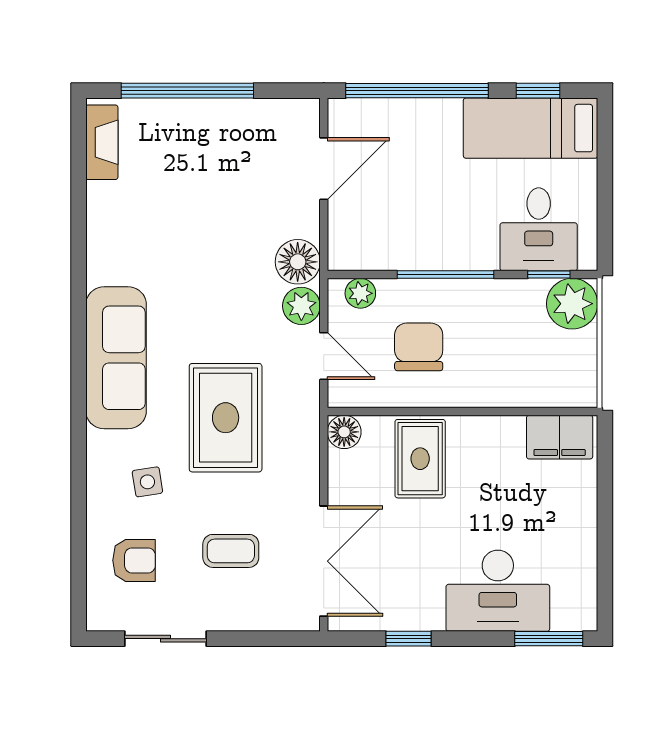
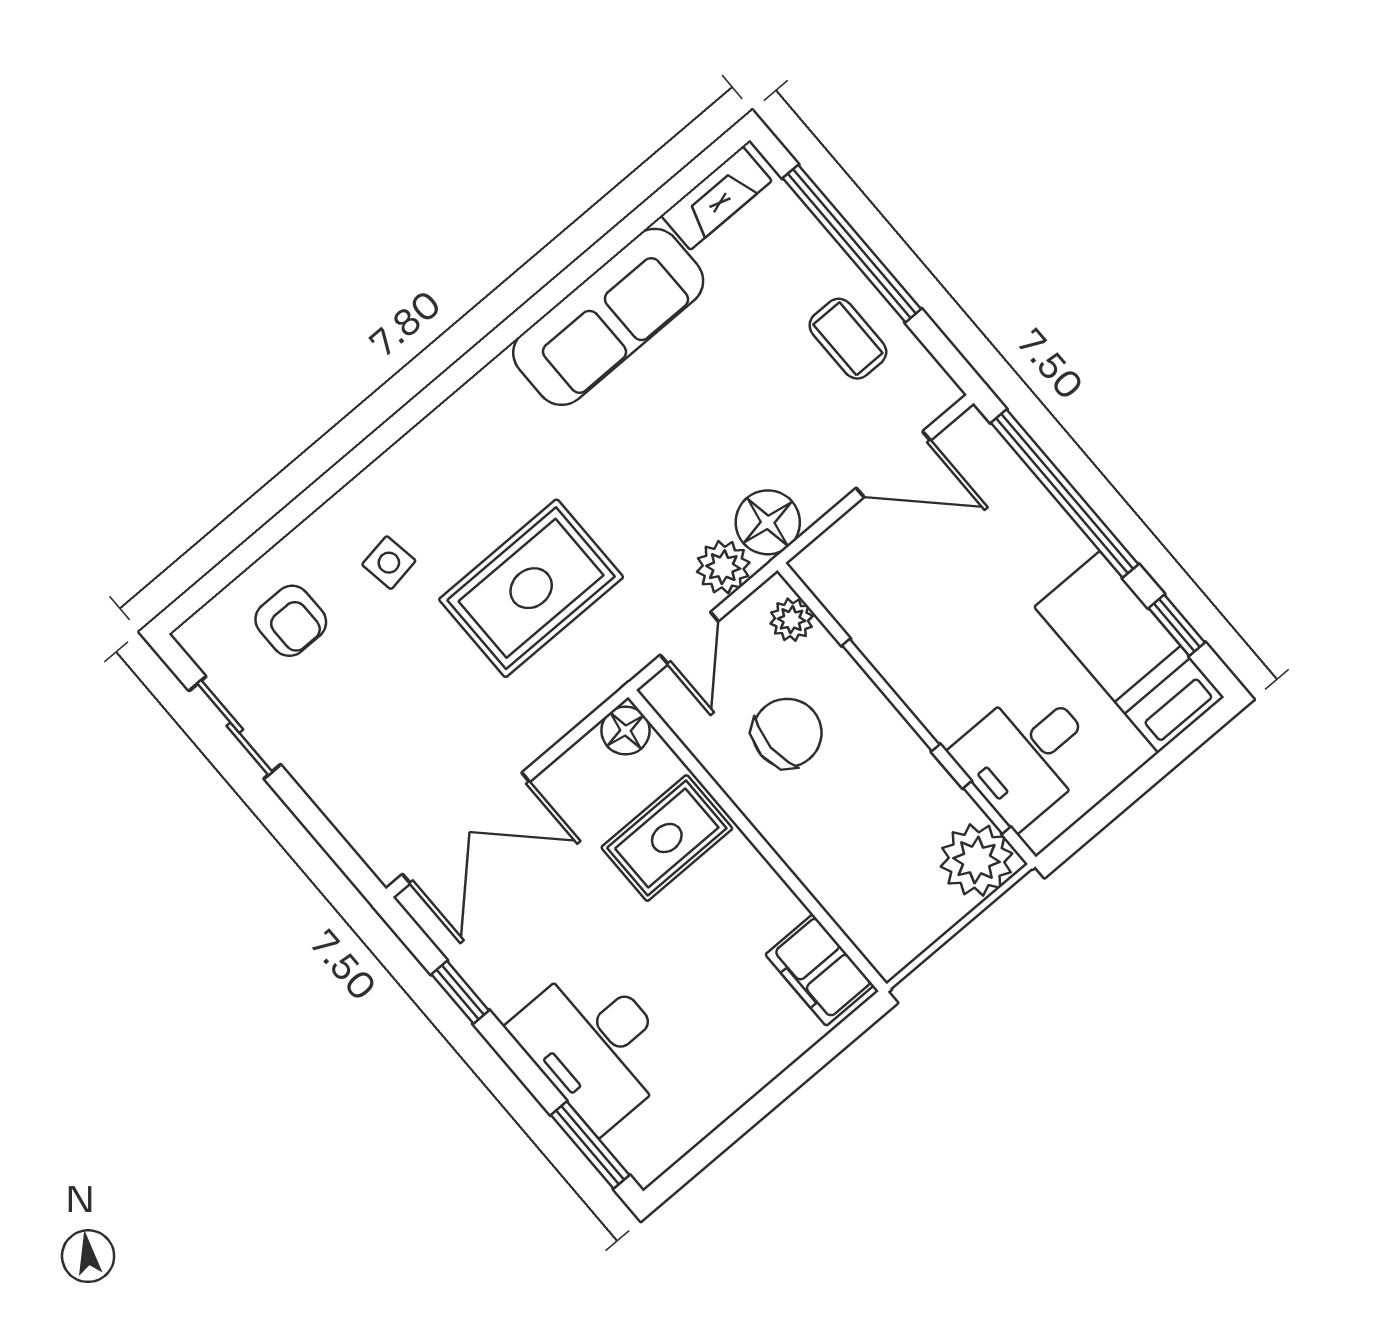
sofa: (116, 358) -> (608, 317), moved
coffee table: (231, 551) -> (848, 339), moved

